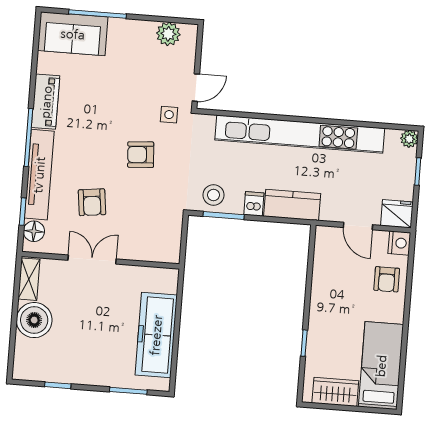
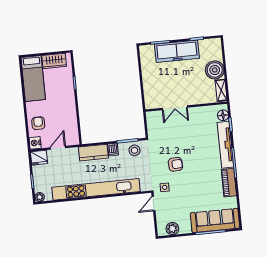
sofa: (73, 34) -> (215, 220), width x1.36
armchair: (92, 202) -> (196, 135), removed
door: (358, 226) -> (58, 148), hinge flipped
double door: (92, 260) -> (175, 108), moved
freezer: (156, 335) -> (177, 51), moved, turned 90

